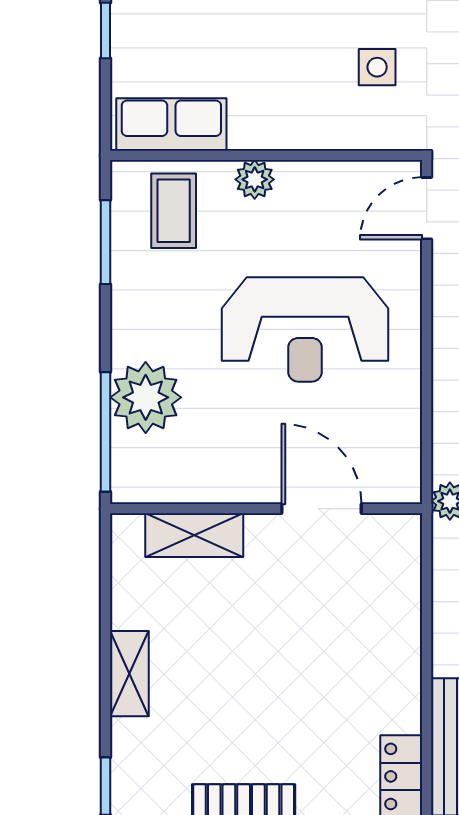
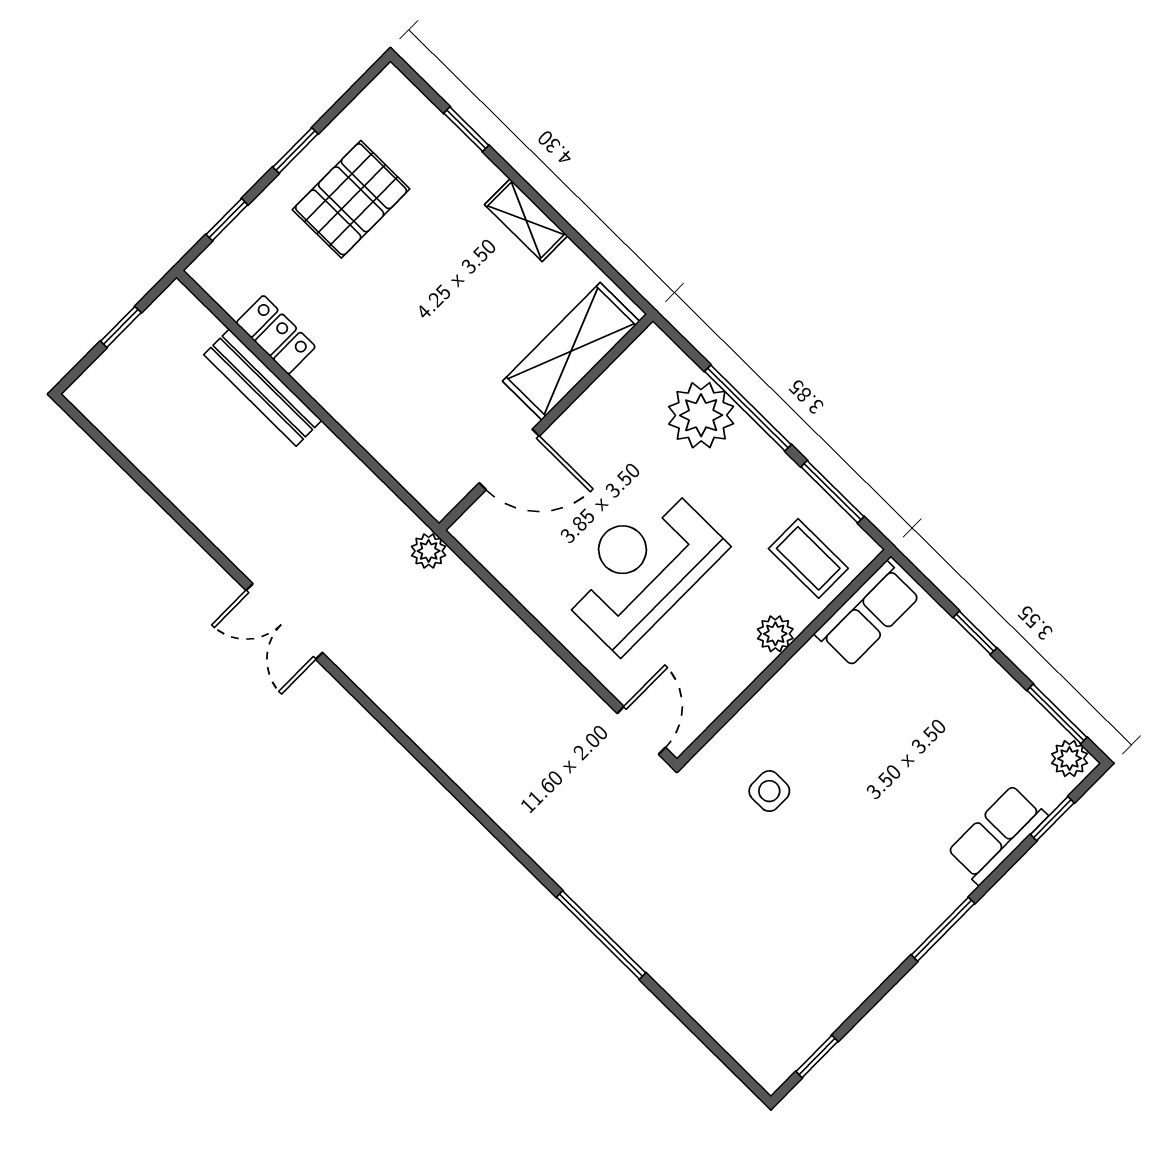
window: (106, 432) -> (748, 408), moved
shelving: (194, 535) -> (571, 351), width x1.50, depth x1.33

